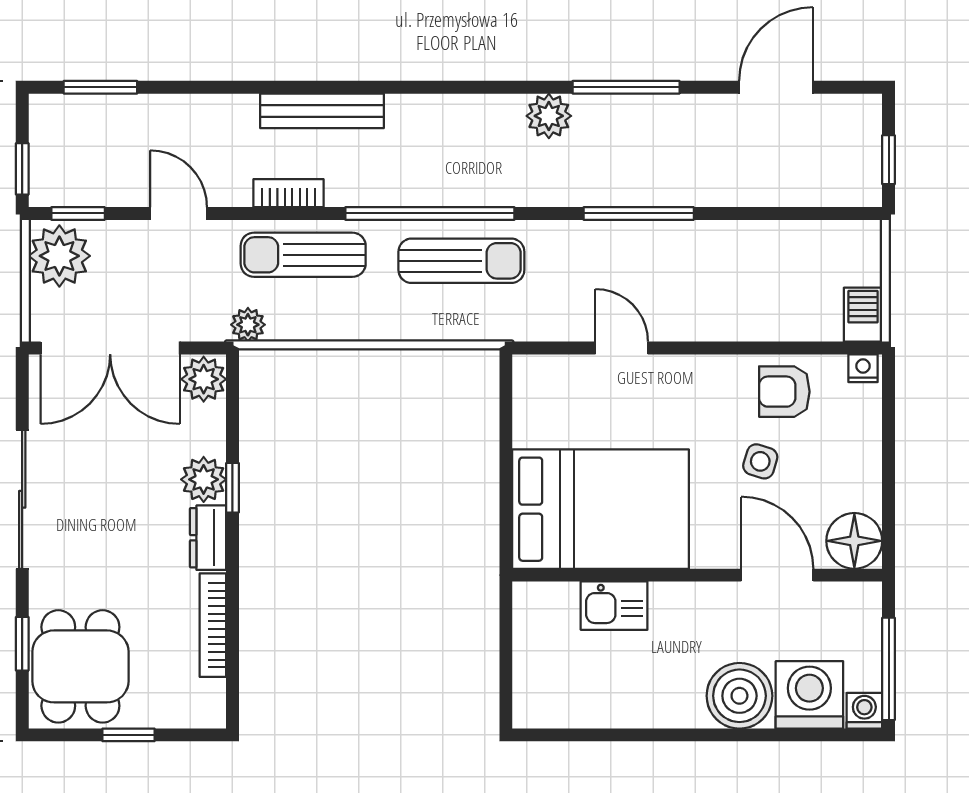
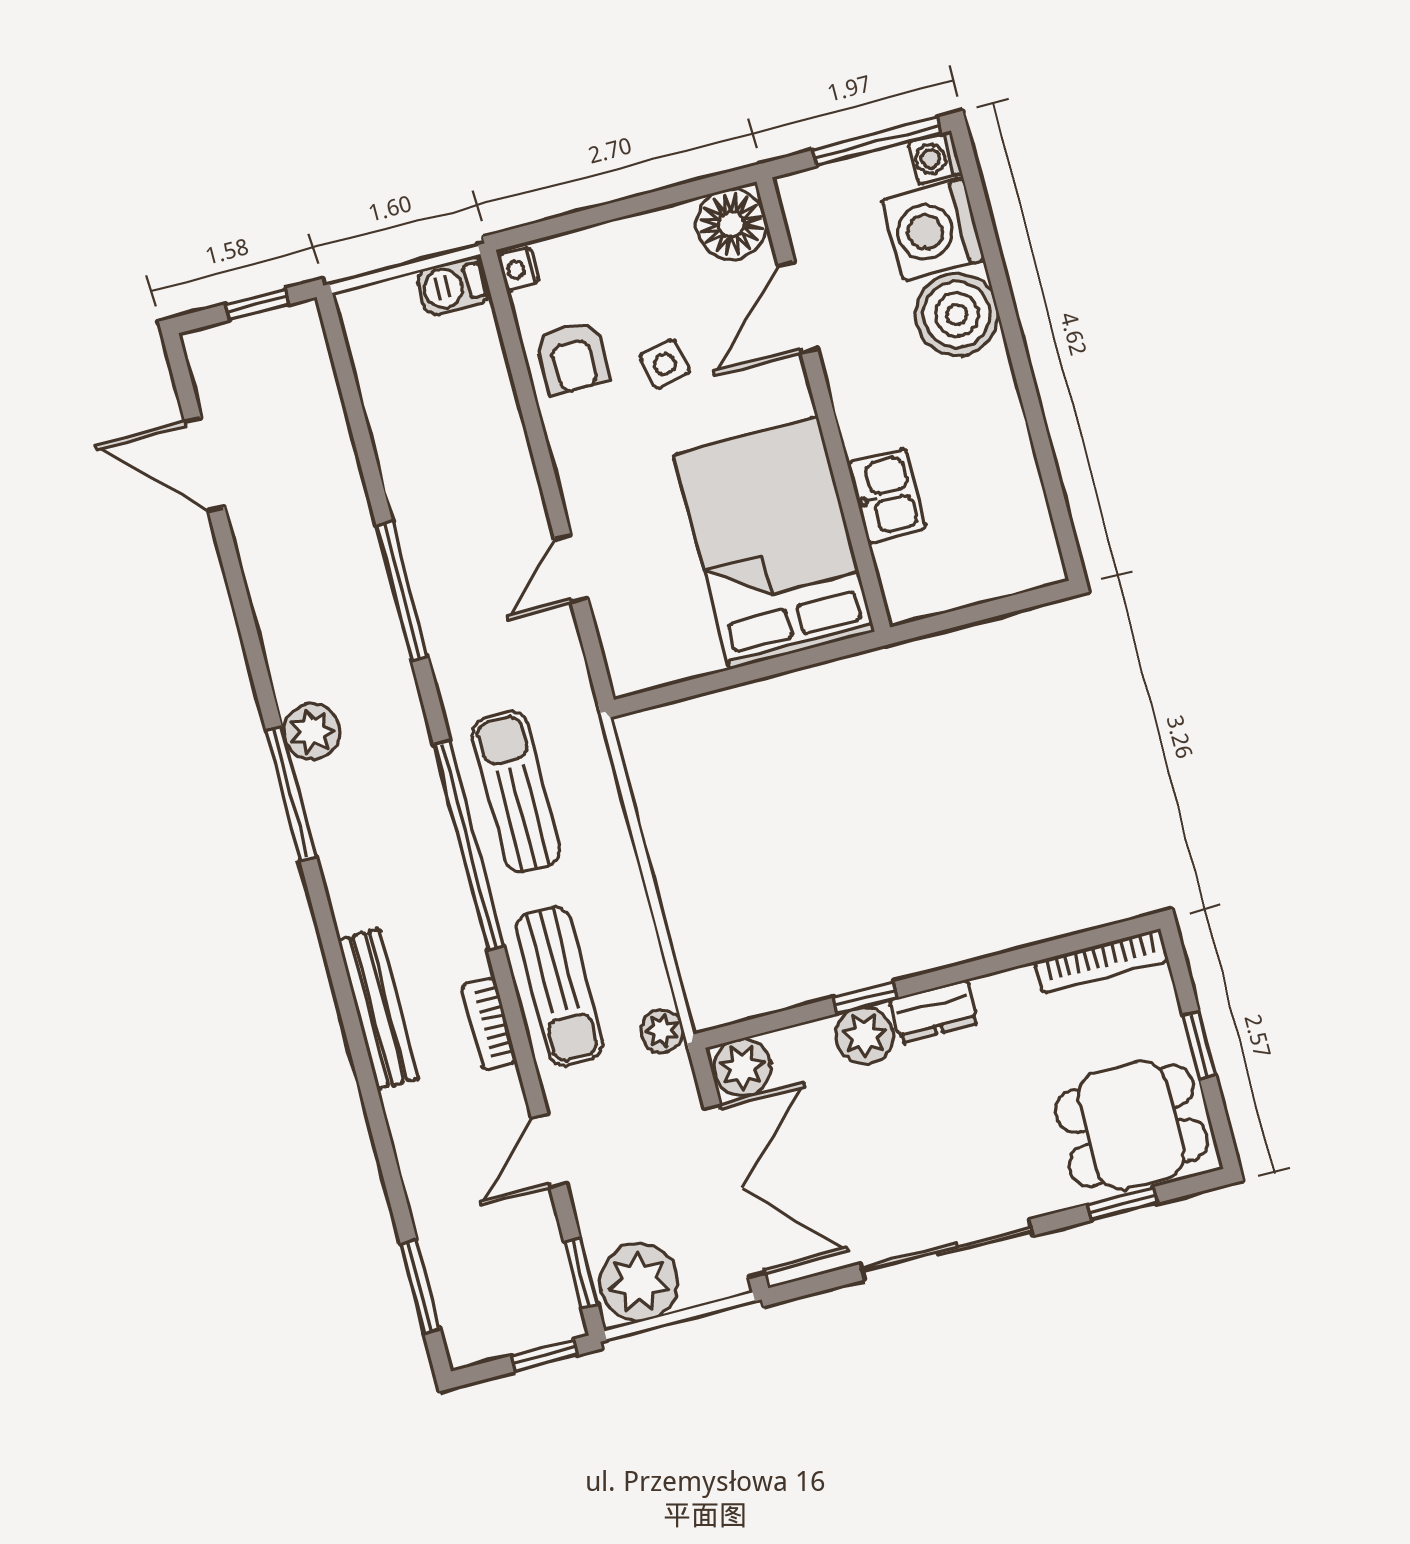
window: (626, 87) -> (291, 794), moved
side table: (760, 461) -> (665, 364), turned -30
bookcase: (213, 625) -> (1102, 961), moved

